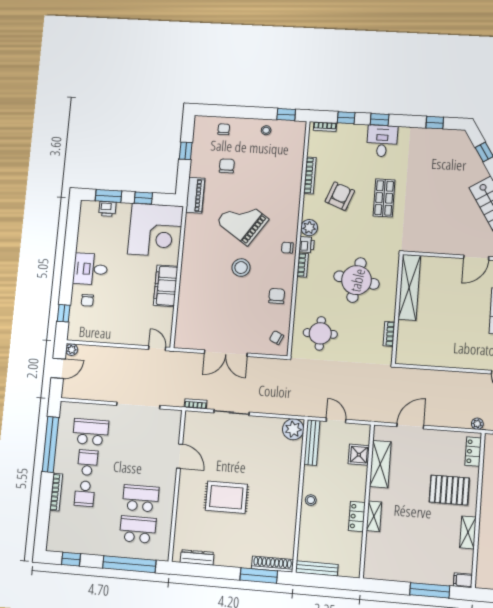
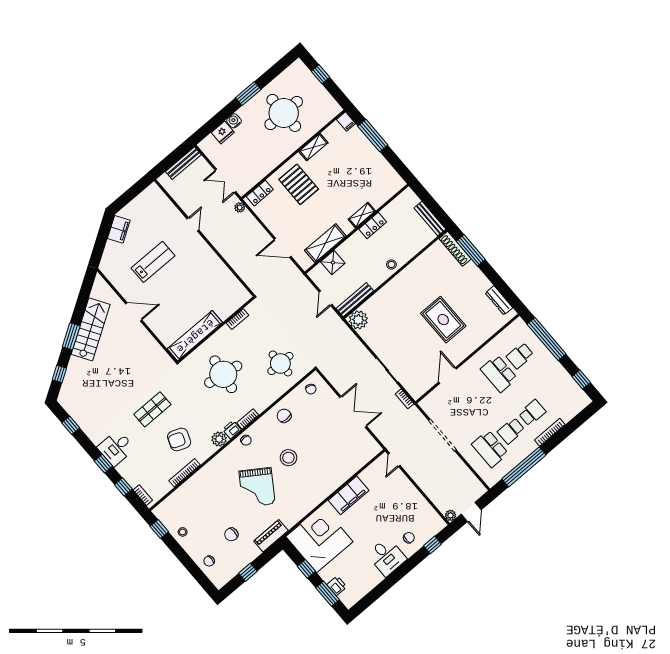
chair: (277, 296) -> (284, 416), turned 90
door: (58, 368) -> (471, 512), swing flipped
school desk: (138, 530) -> (520, 356), width x0.54

